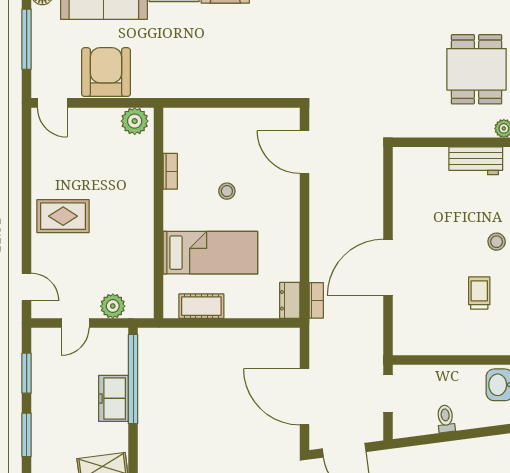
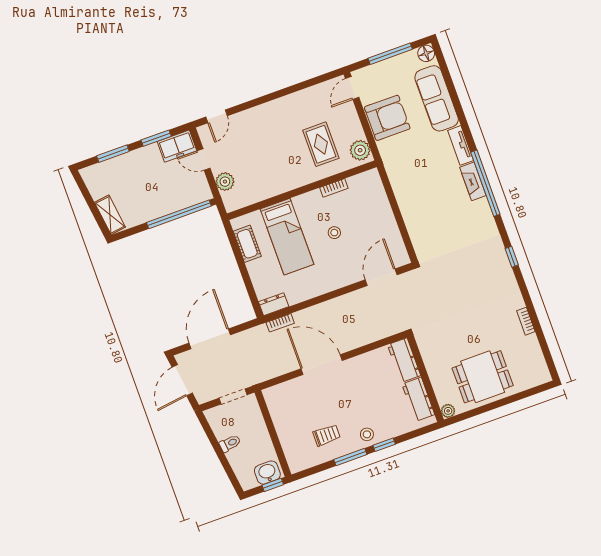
workbench: (420, 161) -> (404, 360), added
rug: (63, 216) -> (321, 144), moved
freezer: (114, 398) -> (177, 146), moved, turned 180

